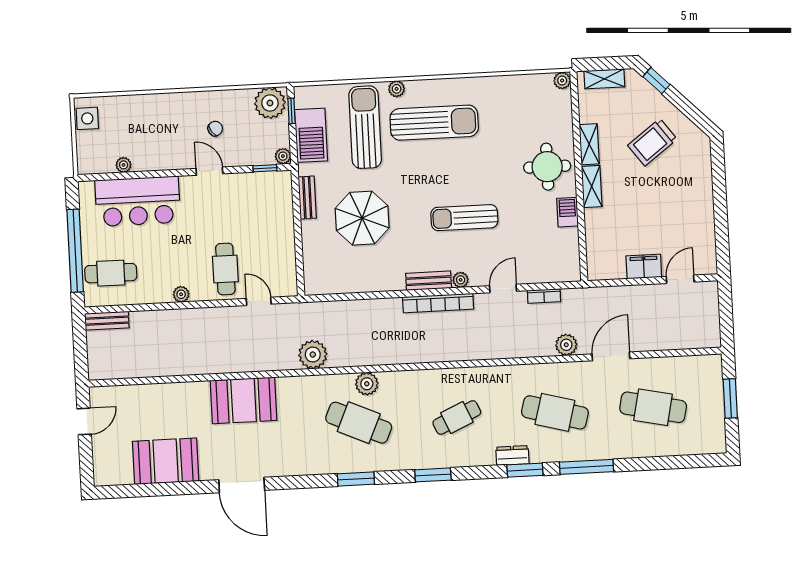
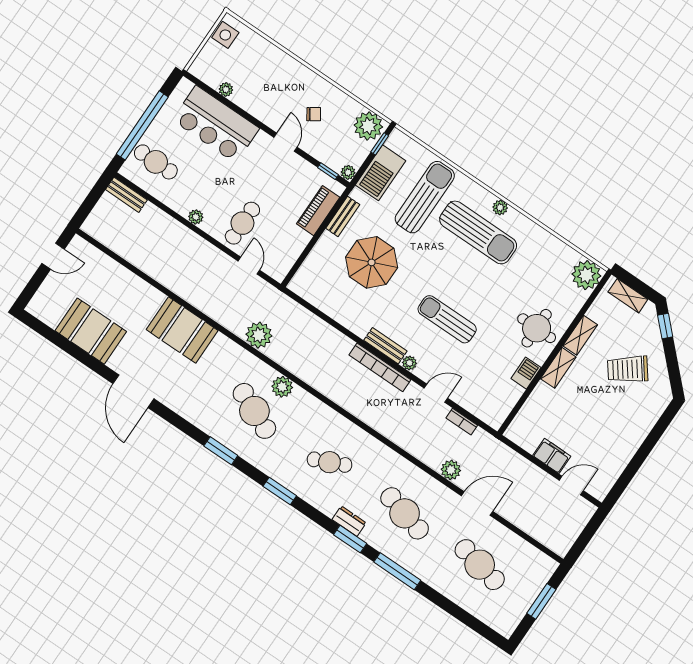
plant: (562, 81) -> (586, 275), width x1.88, depth x1.88
plant: (397, 89) -> (500, 208), moved
piano: (282, 209) -> (318, 211), added

